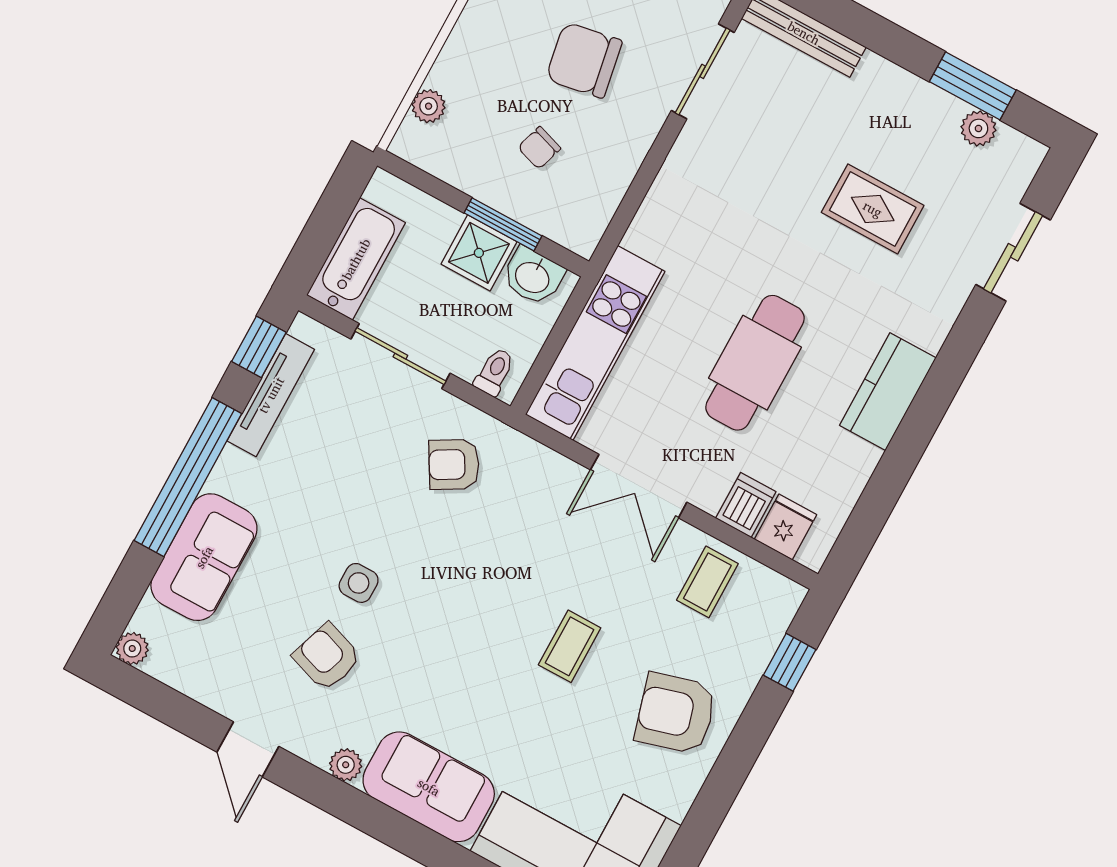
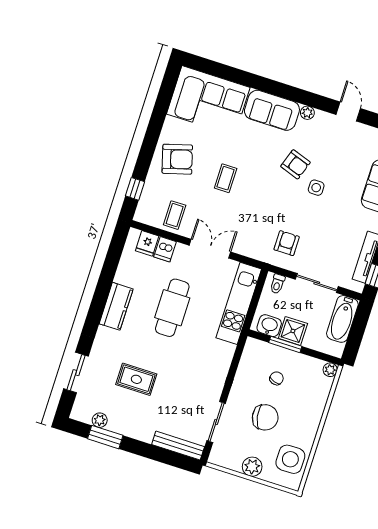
plant: (429, 106) -> (330, 370), moved
armchair: (454, 464) -> (287, 243), turned -60
armchair: (327, 657) -> (295, 164), moved

